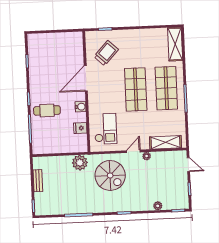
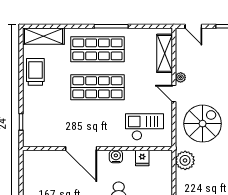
trolley: (106, 53) -> (35, 72), moved, turned 47
door: (188, 165) -> (193, 26), swing flipped

